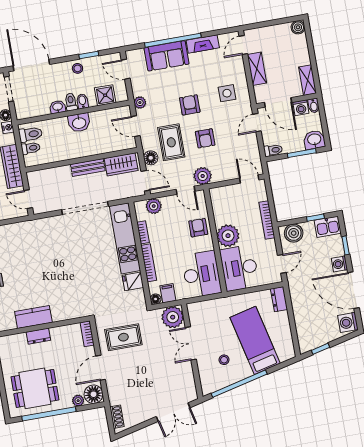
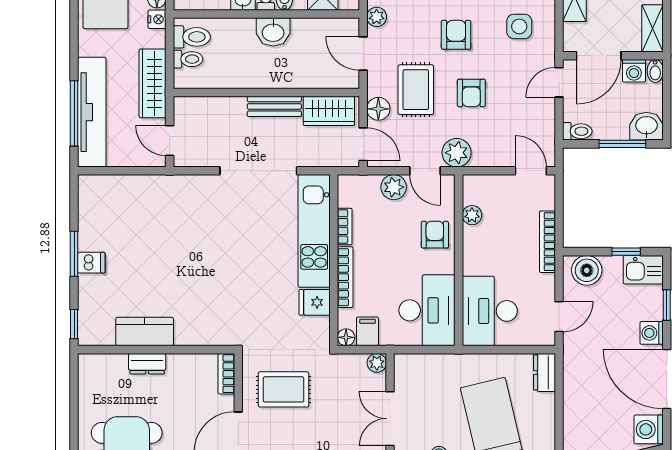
door: (278, 102) -> (599, 56), hinge flipped
plant: (154, 206) -> (394, 187), moved
plant: (228, 236) -> (472, 215), moved, width x0.53, depth x0.53
plant: (173, 317) -> (377, 363), width x0.53, depth x0.53

